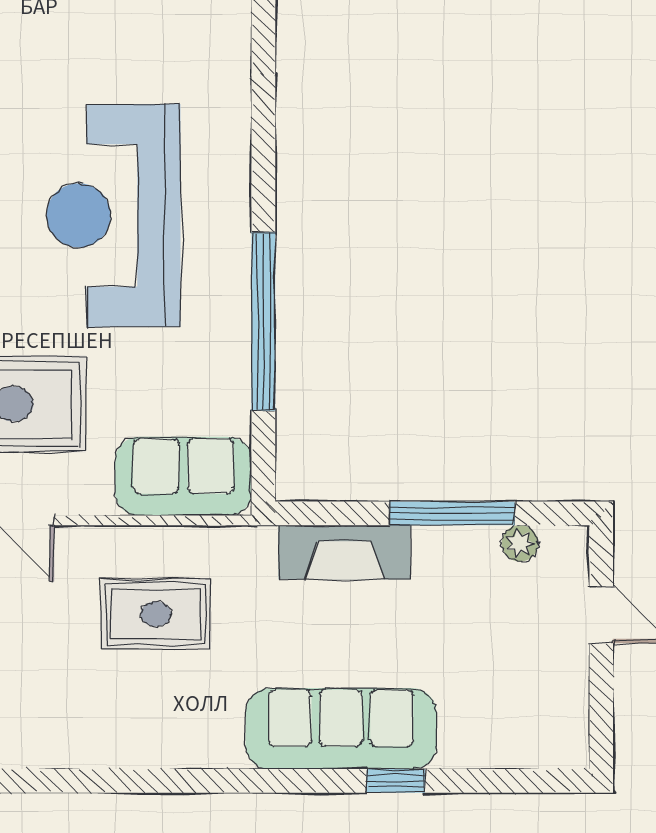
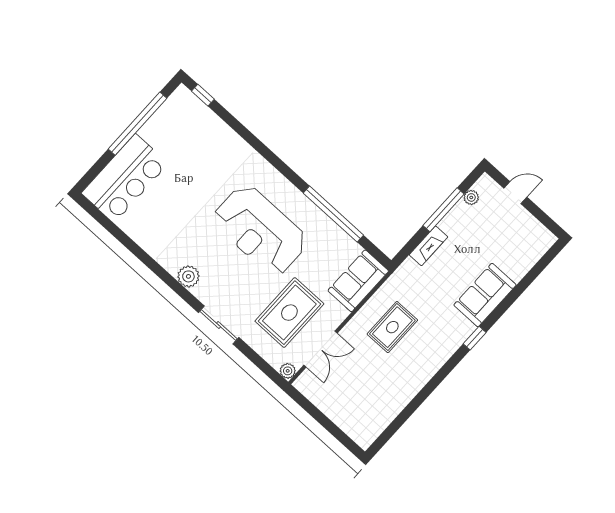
fireplace: (344, 552) -> (429, 246), width x0.73, depth x0.76
sofa: (341, 729) -> (485, 295), width x0.73
window: (396, 781) -> (475, 338), moved

